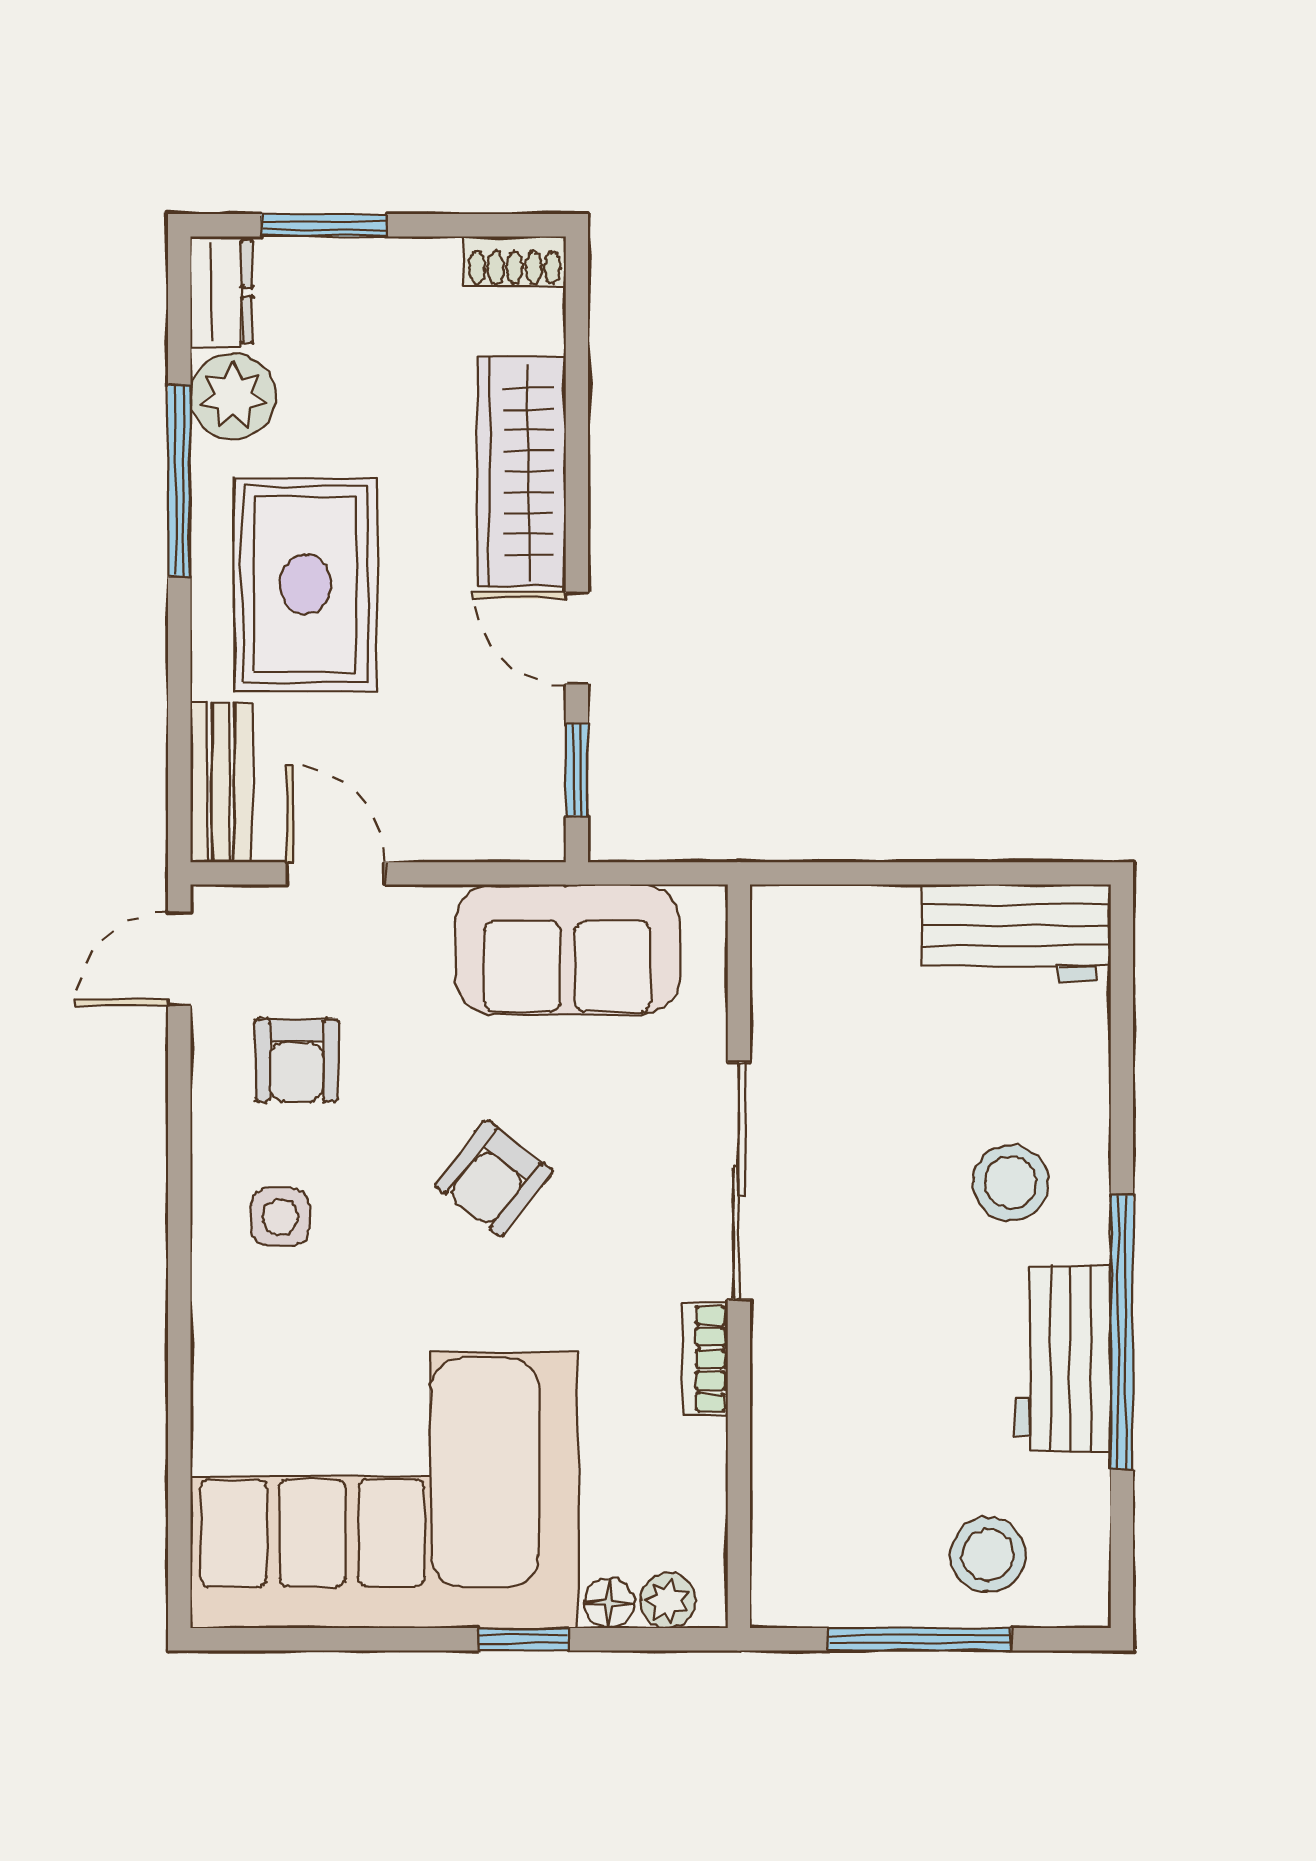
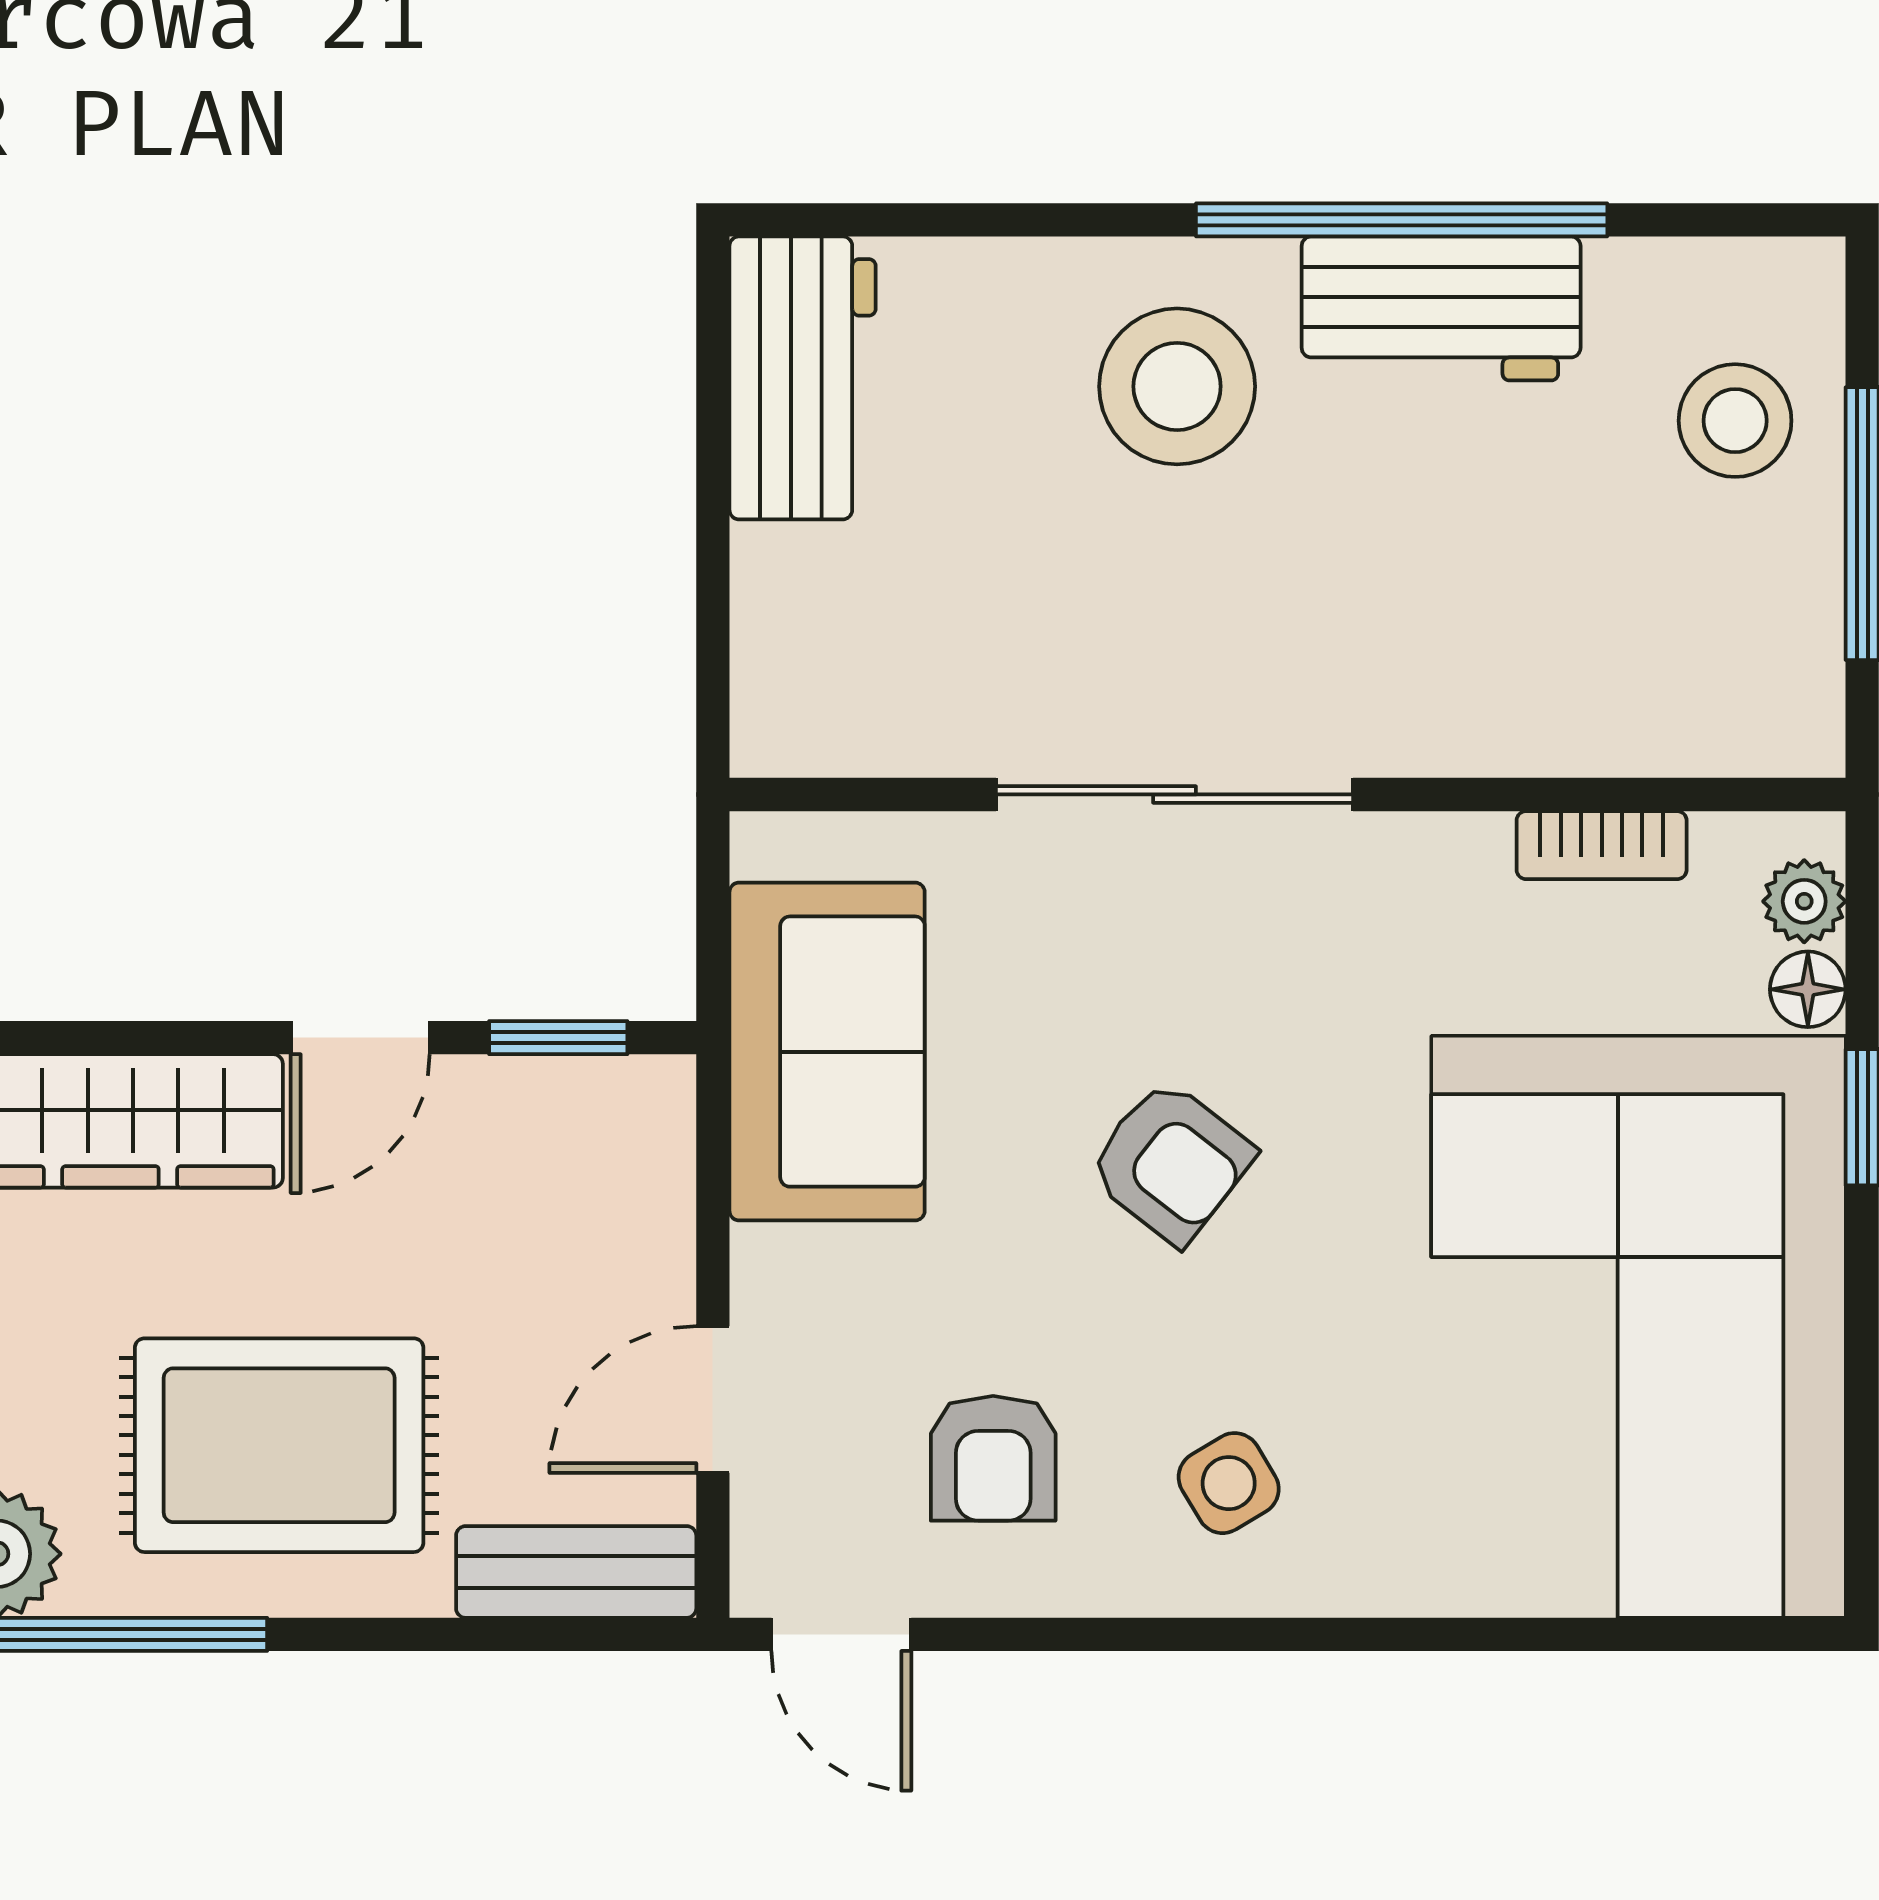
armchair: (297, 1060) -> (993, 1458), turned 90
stool: (1011, 1183) -> (1177, 386), width x1.38, depth x1.38
side table: (280, 1217) -> (1229, 1483), turned -31
bookcase: (705, 1359) -> (1602, 845), moved

